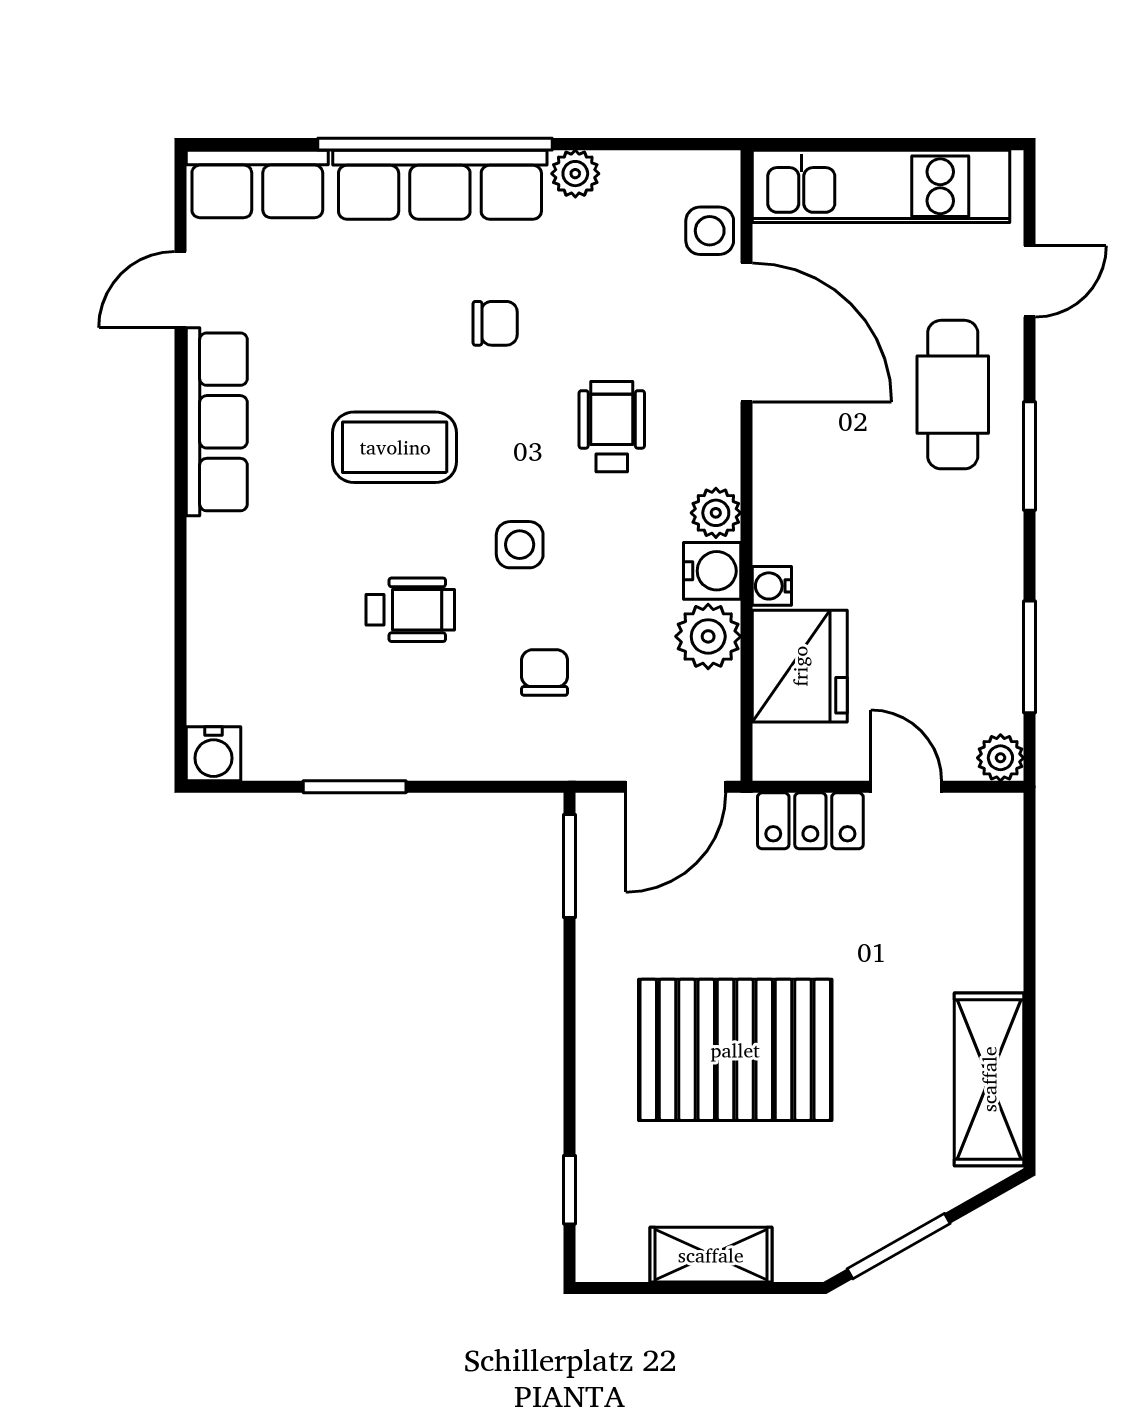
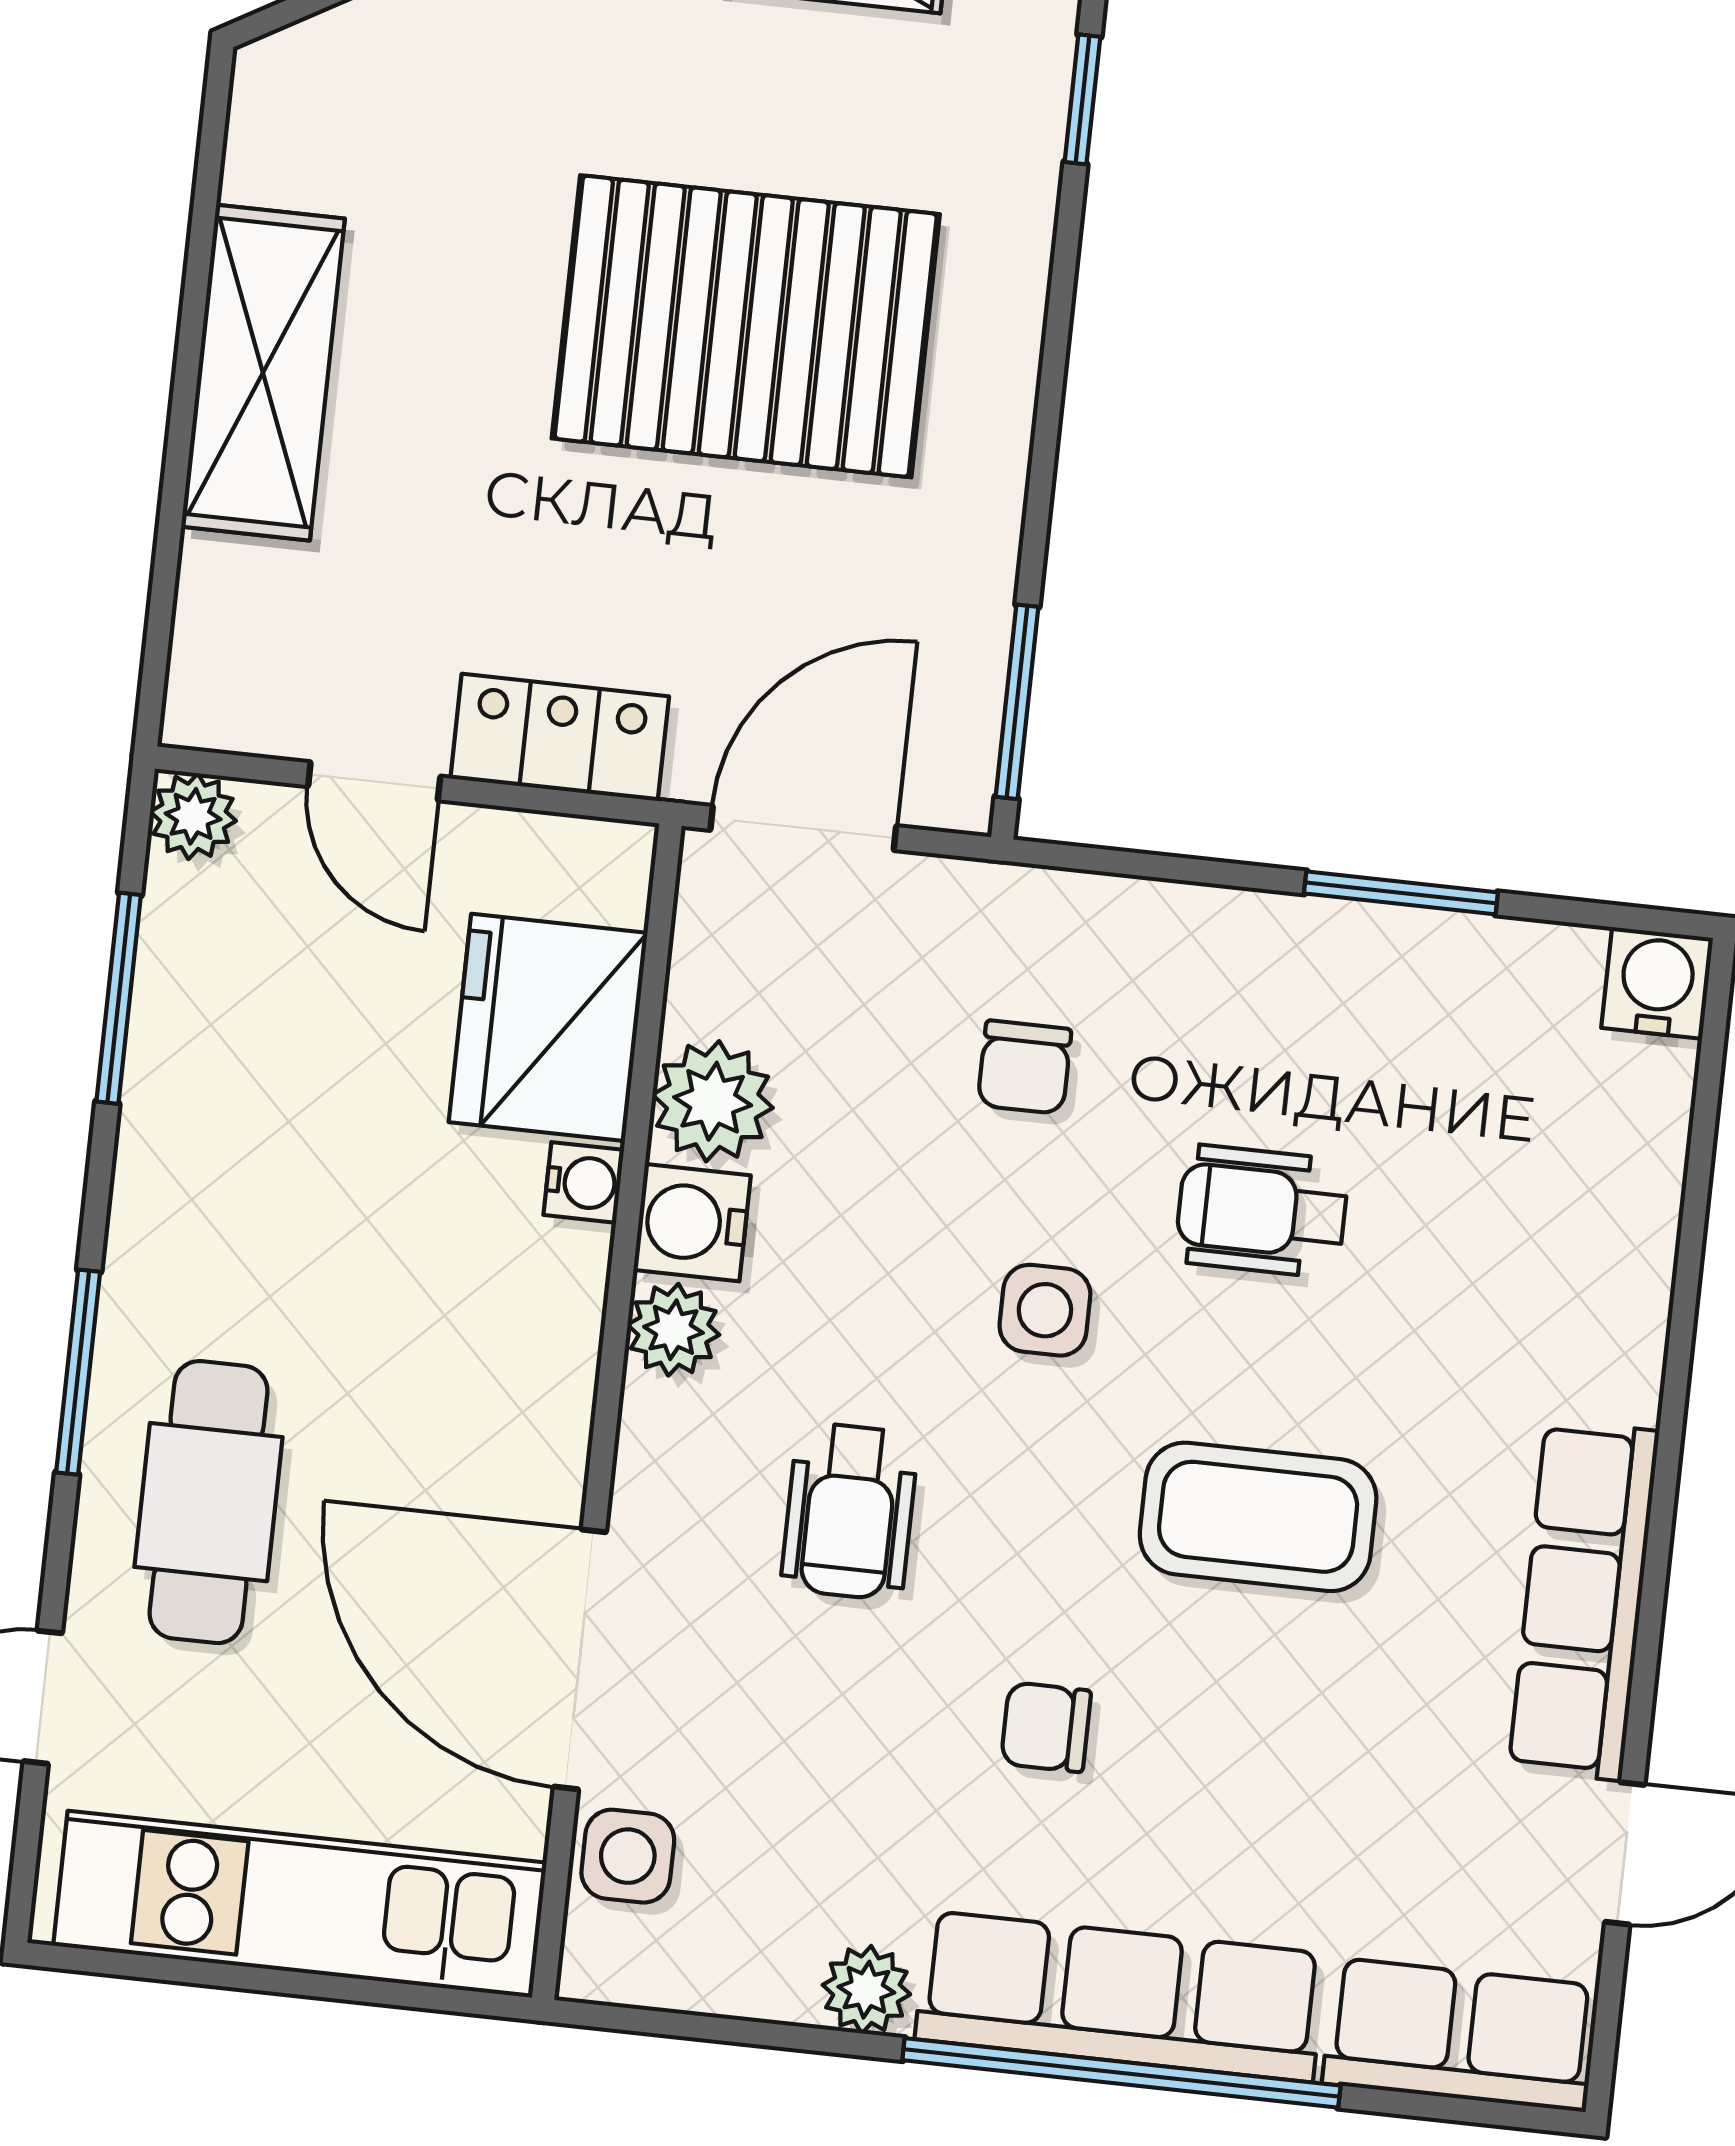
shelving: (989, 1079) -> (263, 373), moved

